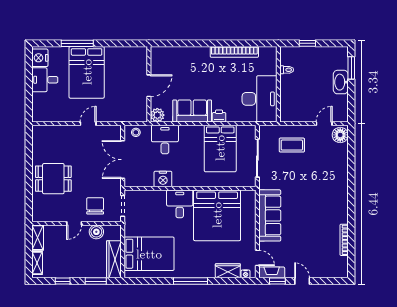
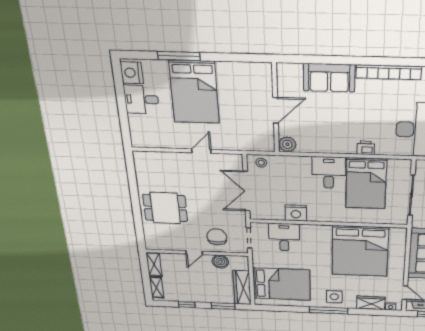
sofa: (192, 111) -> (329, 78), moved, turned 180
desk: (165, 139) -> (329, 173), moved
desk: (180, 204) -> (284, 237), moved
side table: (196, 265) -> (334, 297), added

